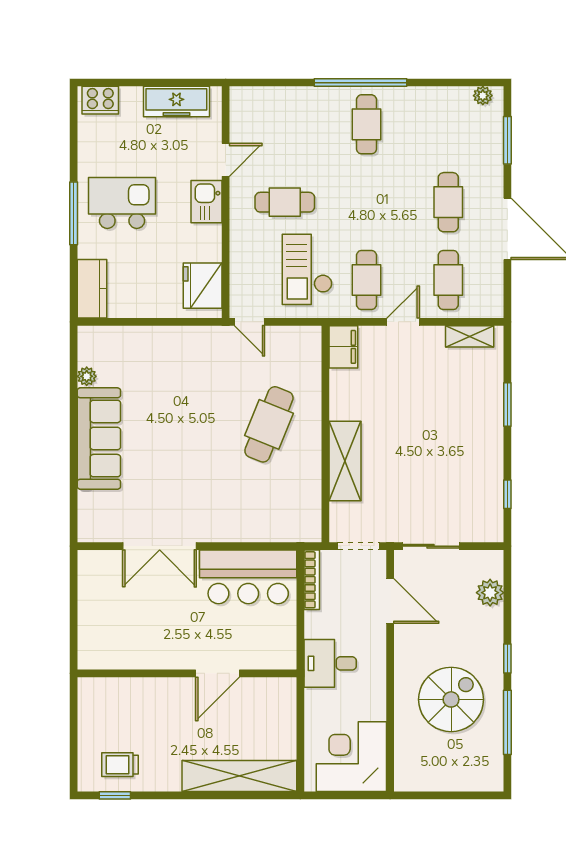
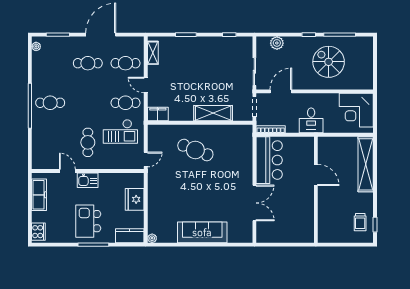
fridge: (203, 286) -> (135, 199), moved, turned 90
plant: (87, 376) -> (152, 238), moved

